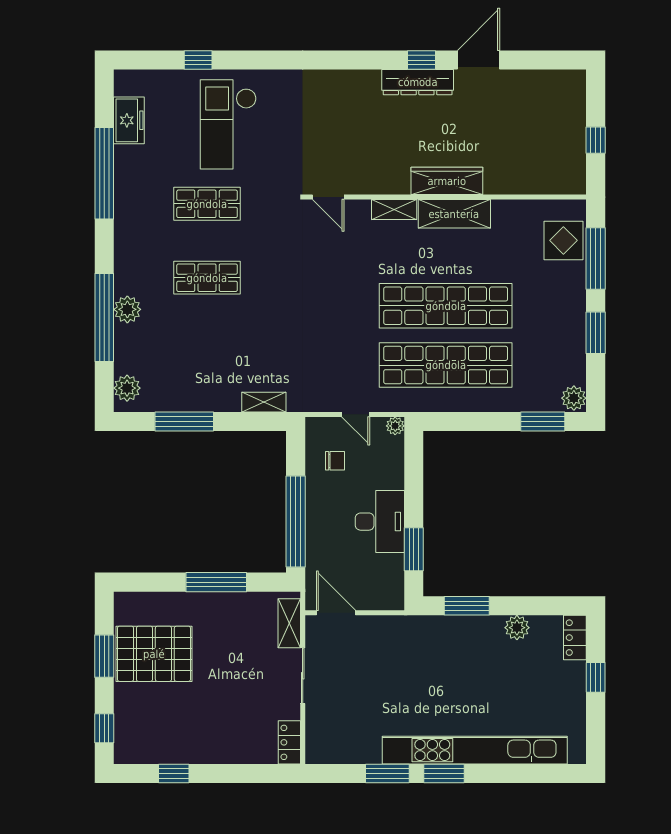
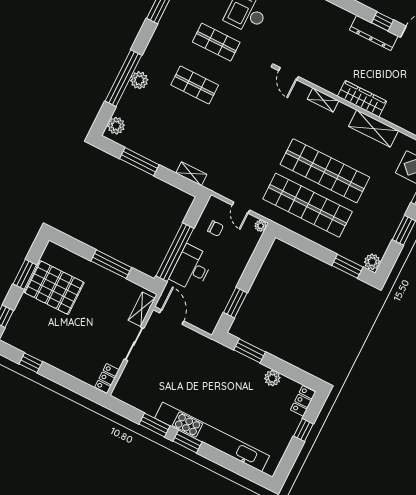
shelving: (454, 214) -> (373, 129), moved
desk: (380, 522) -> (191, 268), moved, turned 180

